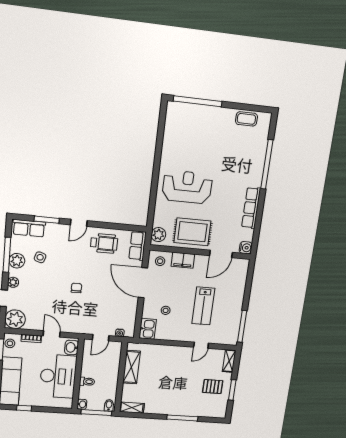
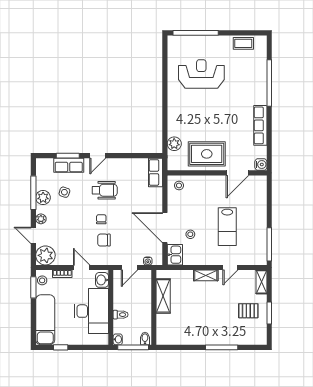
reception desk: (187, 187) -> (201, 74), moved
row of seats: (29, 228) -> (69, 165), moved
plant: (158, 235) -> (174, 144), moved
wheelchair: (104, 243) -> (105, 190), moved
filing cabinet: (183, 260) -> (201, 183), removed
door: (143, 283) -> (165, 228), moved
chair: (77, 309) -> (104, 240), added
shelving: (132, 408) -> (206, 275), moved

